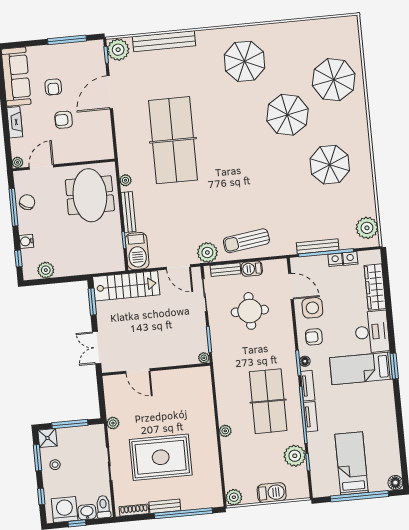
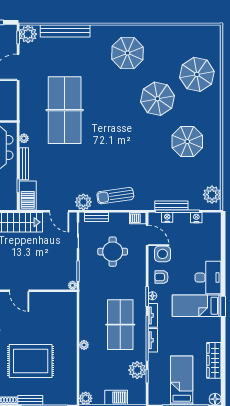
nightstand: (335, 260) -> (167, 217), moved
barbecue: (252, 269) -> (138, 218), moved
wardrobe: (375, 287) -> (214, 360), moved

